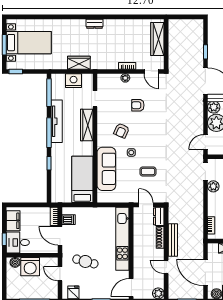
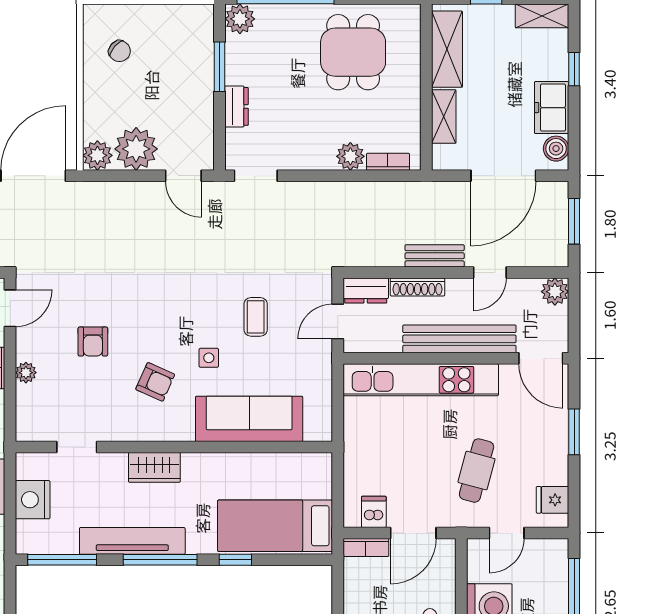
wardrobe: (87, 125) -> (154, 467), width x0.67
bed: (82, 179) -> (275, 526), moved
plant: (213, 186) -> (350, 156), moved
bench: (173, 240) -> (435, 256), width x0.73
bench: (139, 254) -> (459, 339), added

